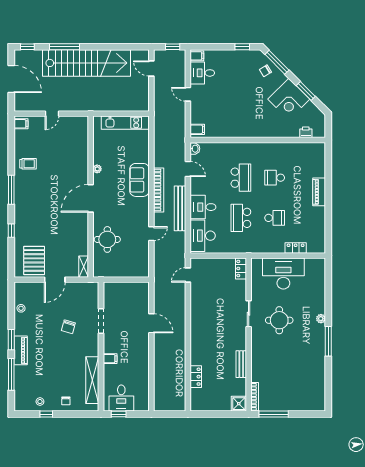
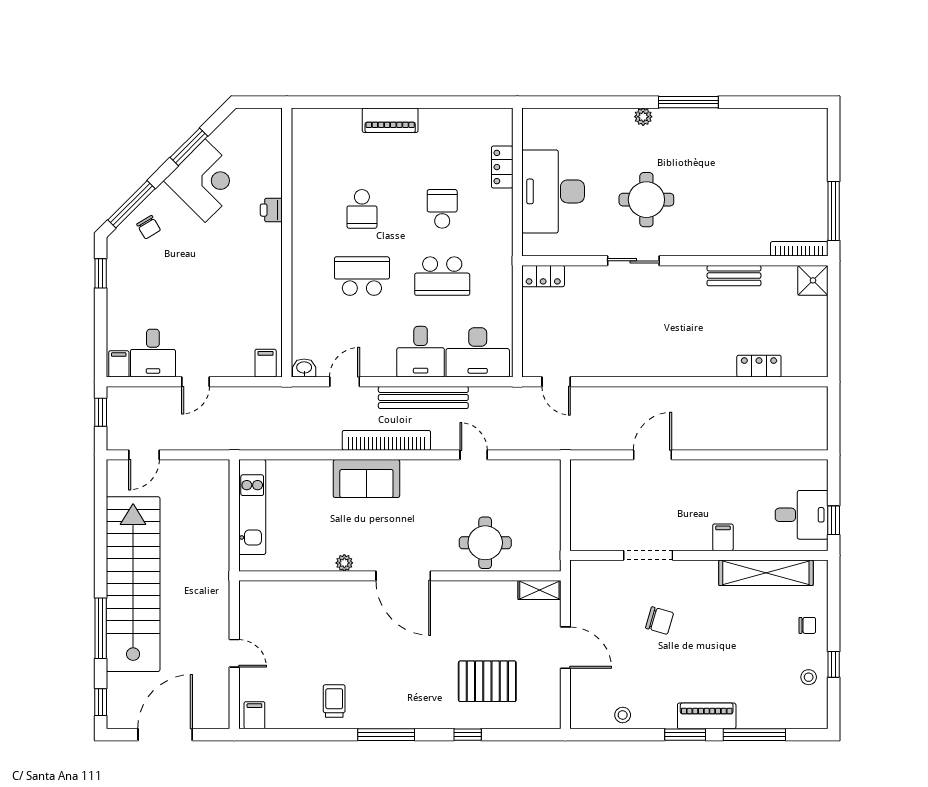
printer: (306, 132) -> (271, 210), moved
pallet: (34, 260) -> (487, 681), moved

